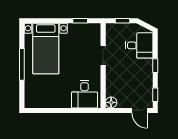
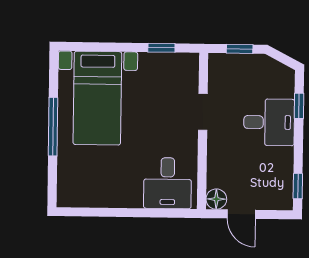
desk: (139, 45) -> (269, 122), moved
window: (155, 66) -> (299, 106), moved
door: (140, 110) -> (241, 214), moved

